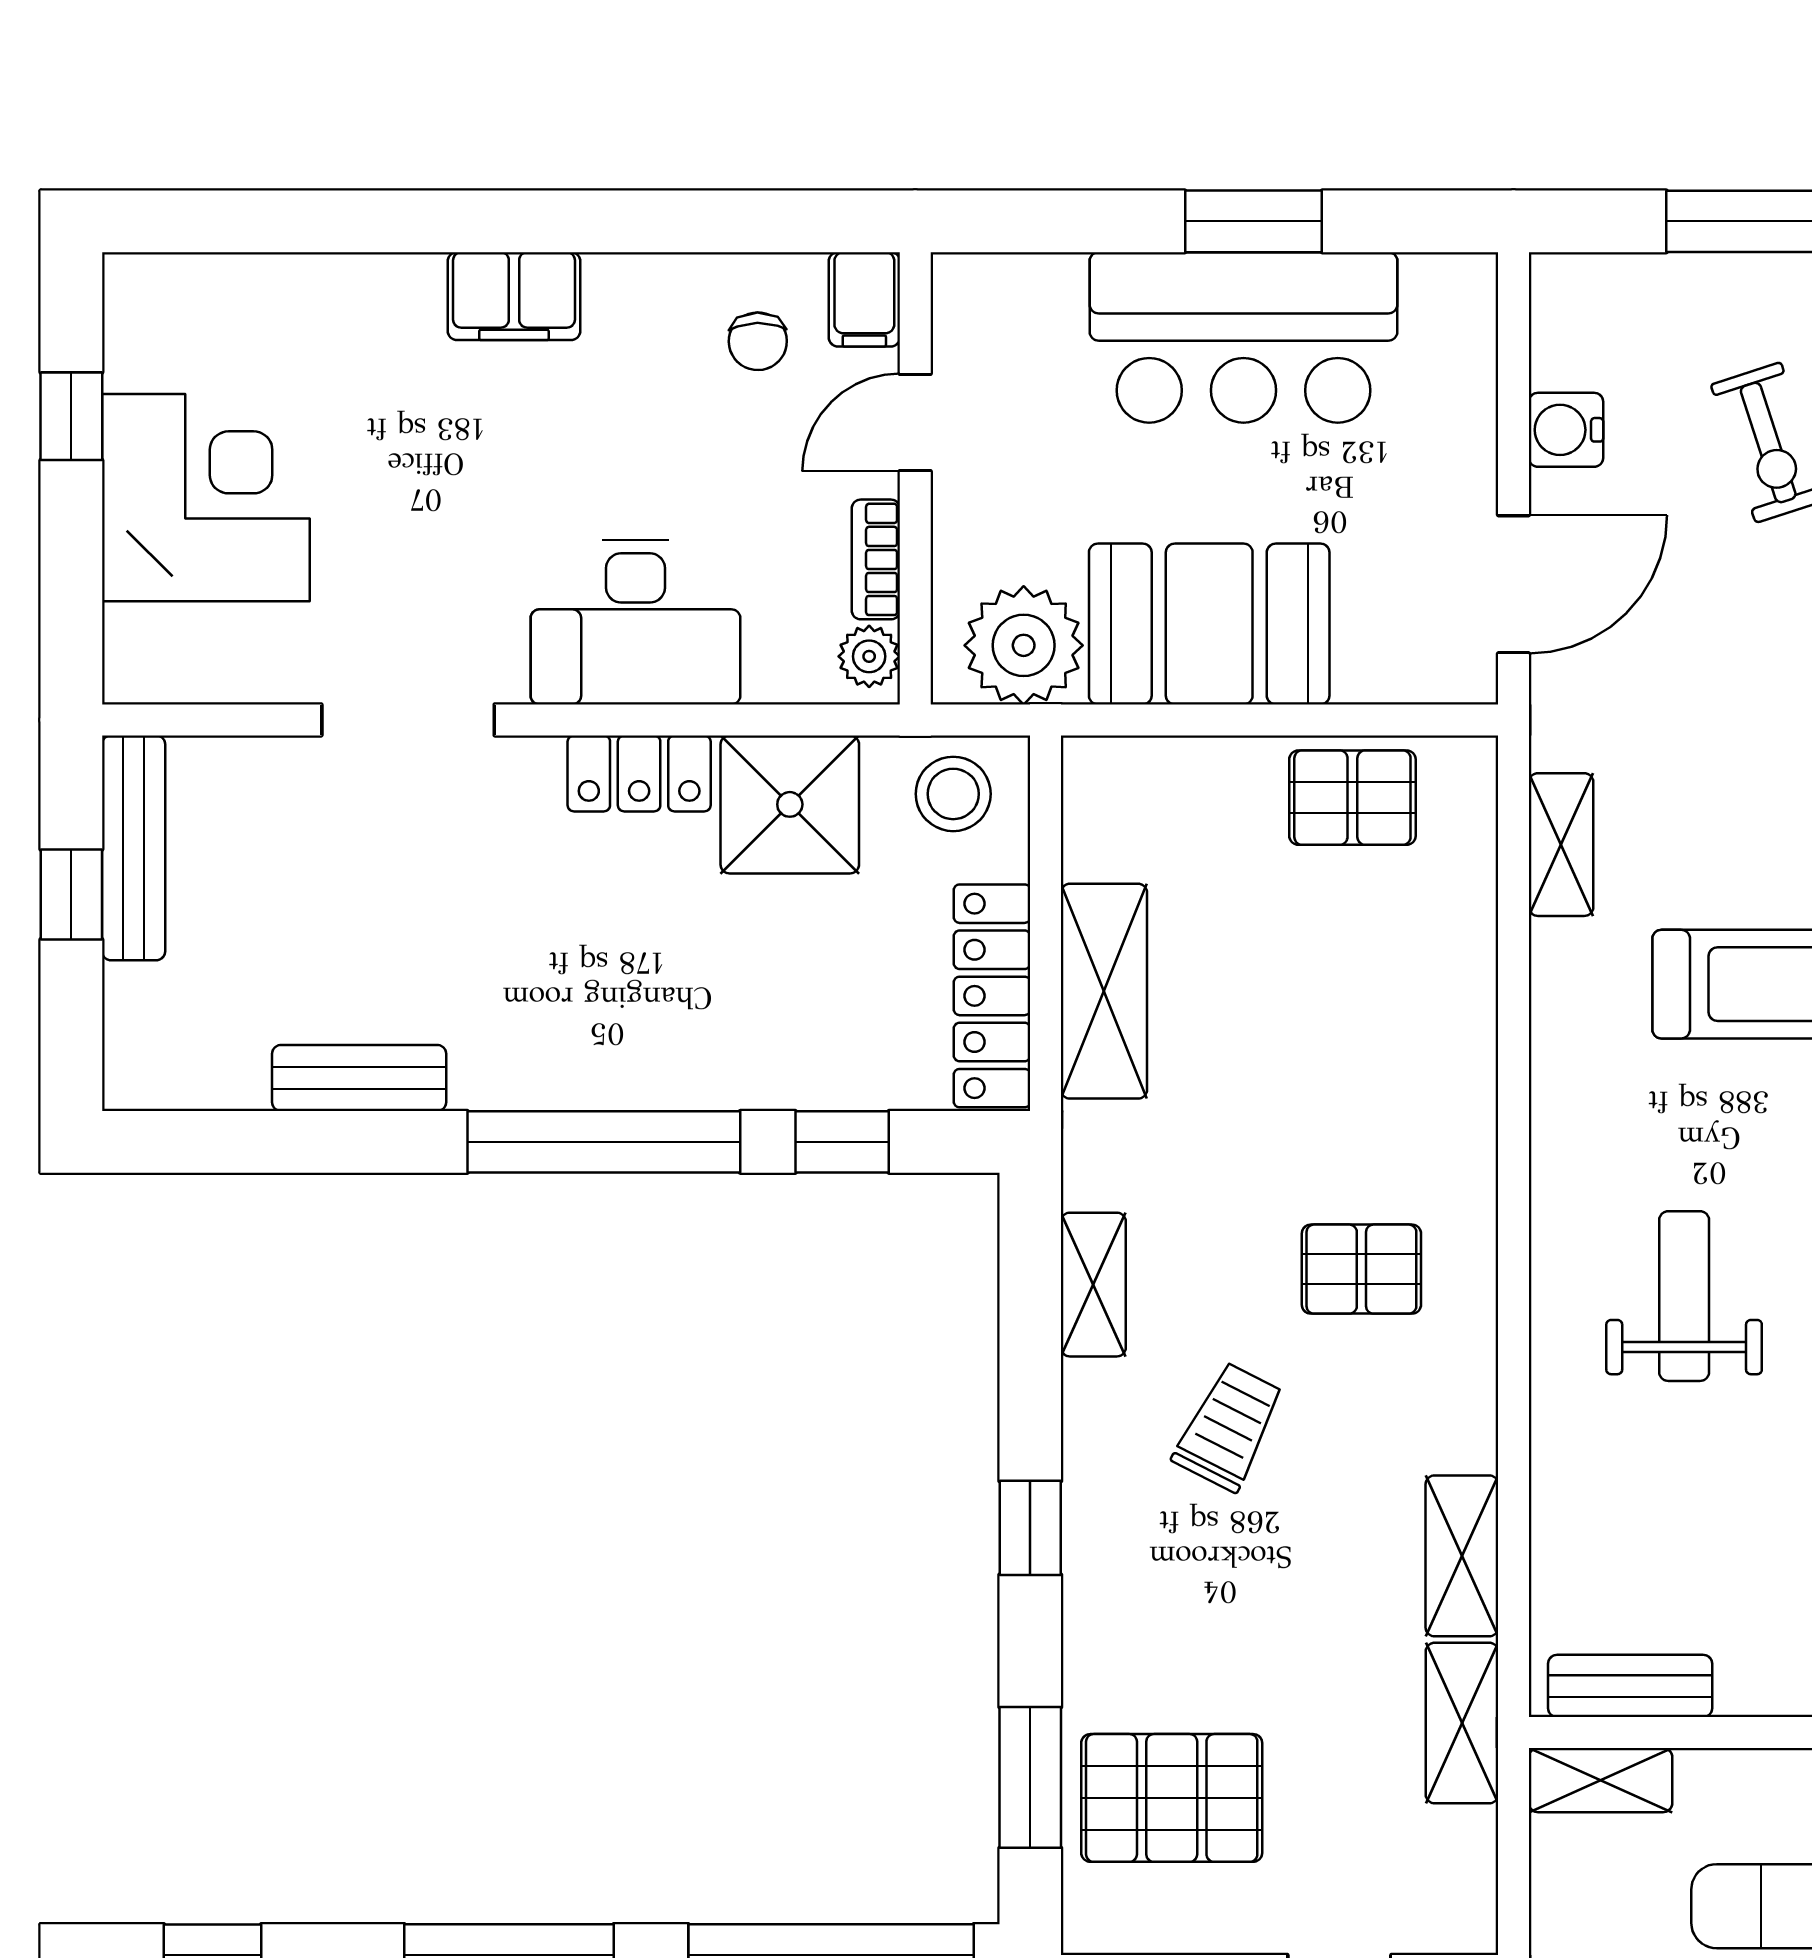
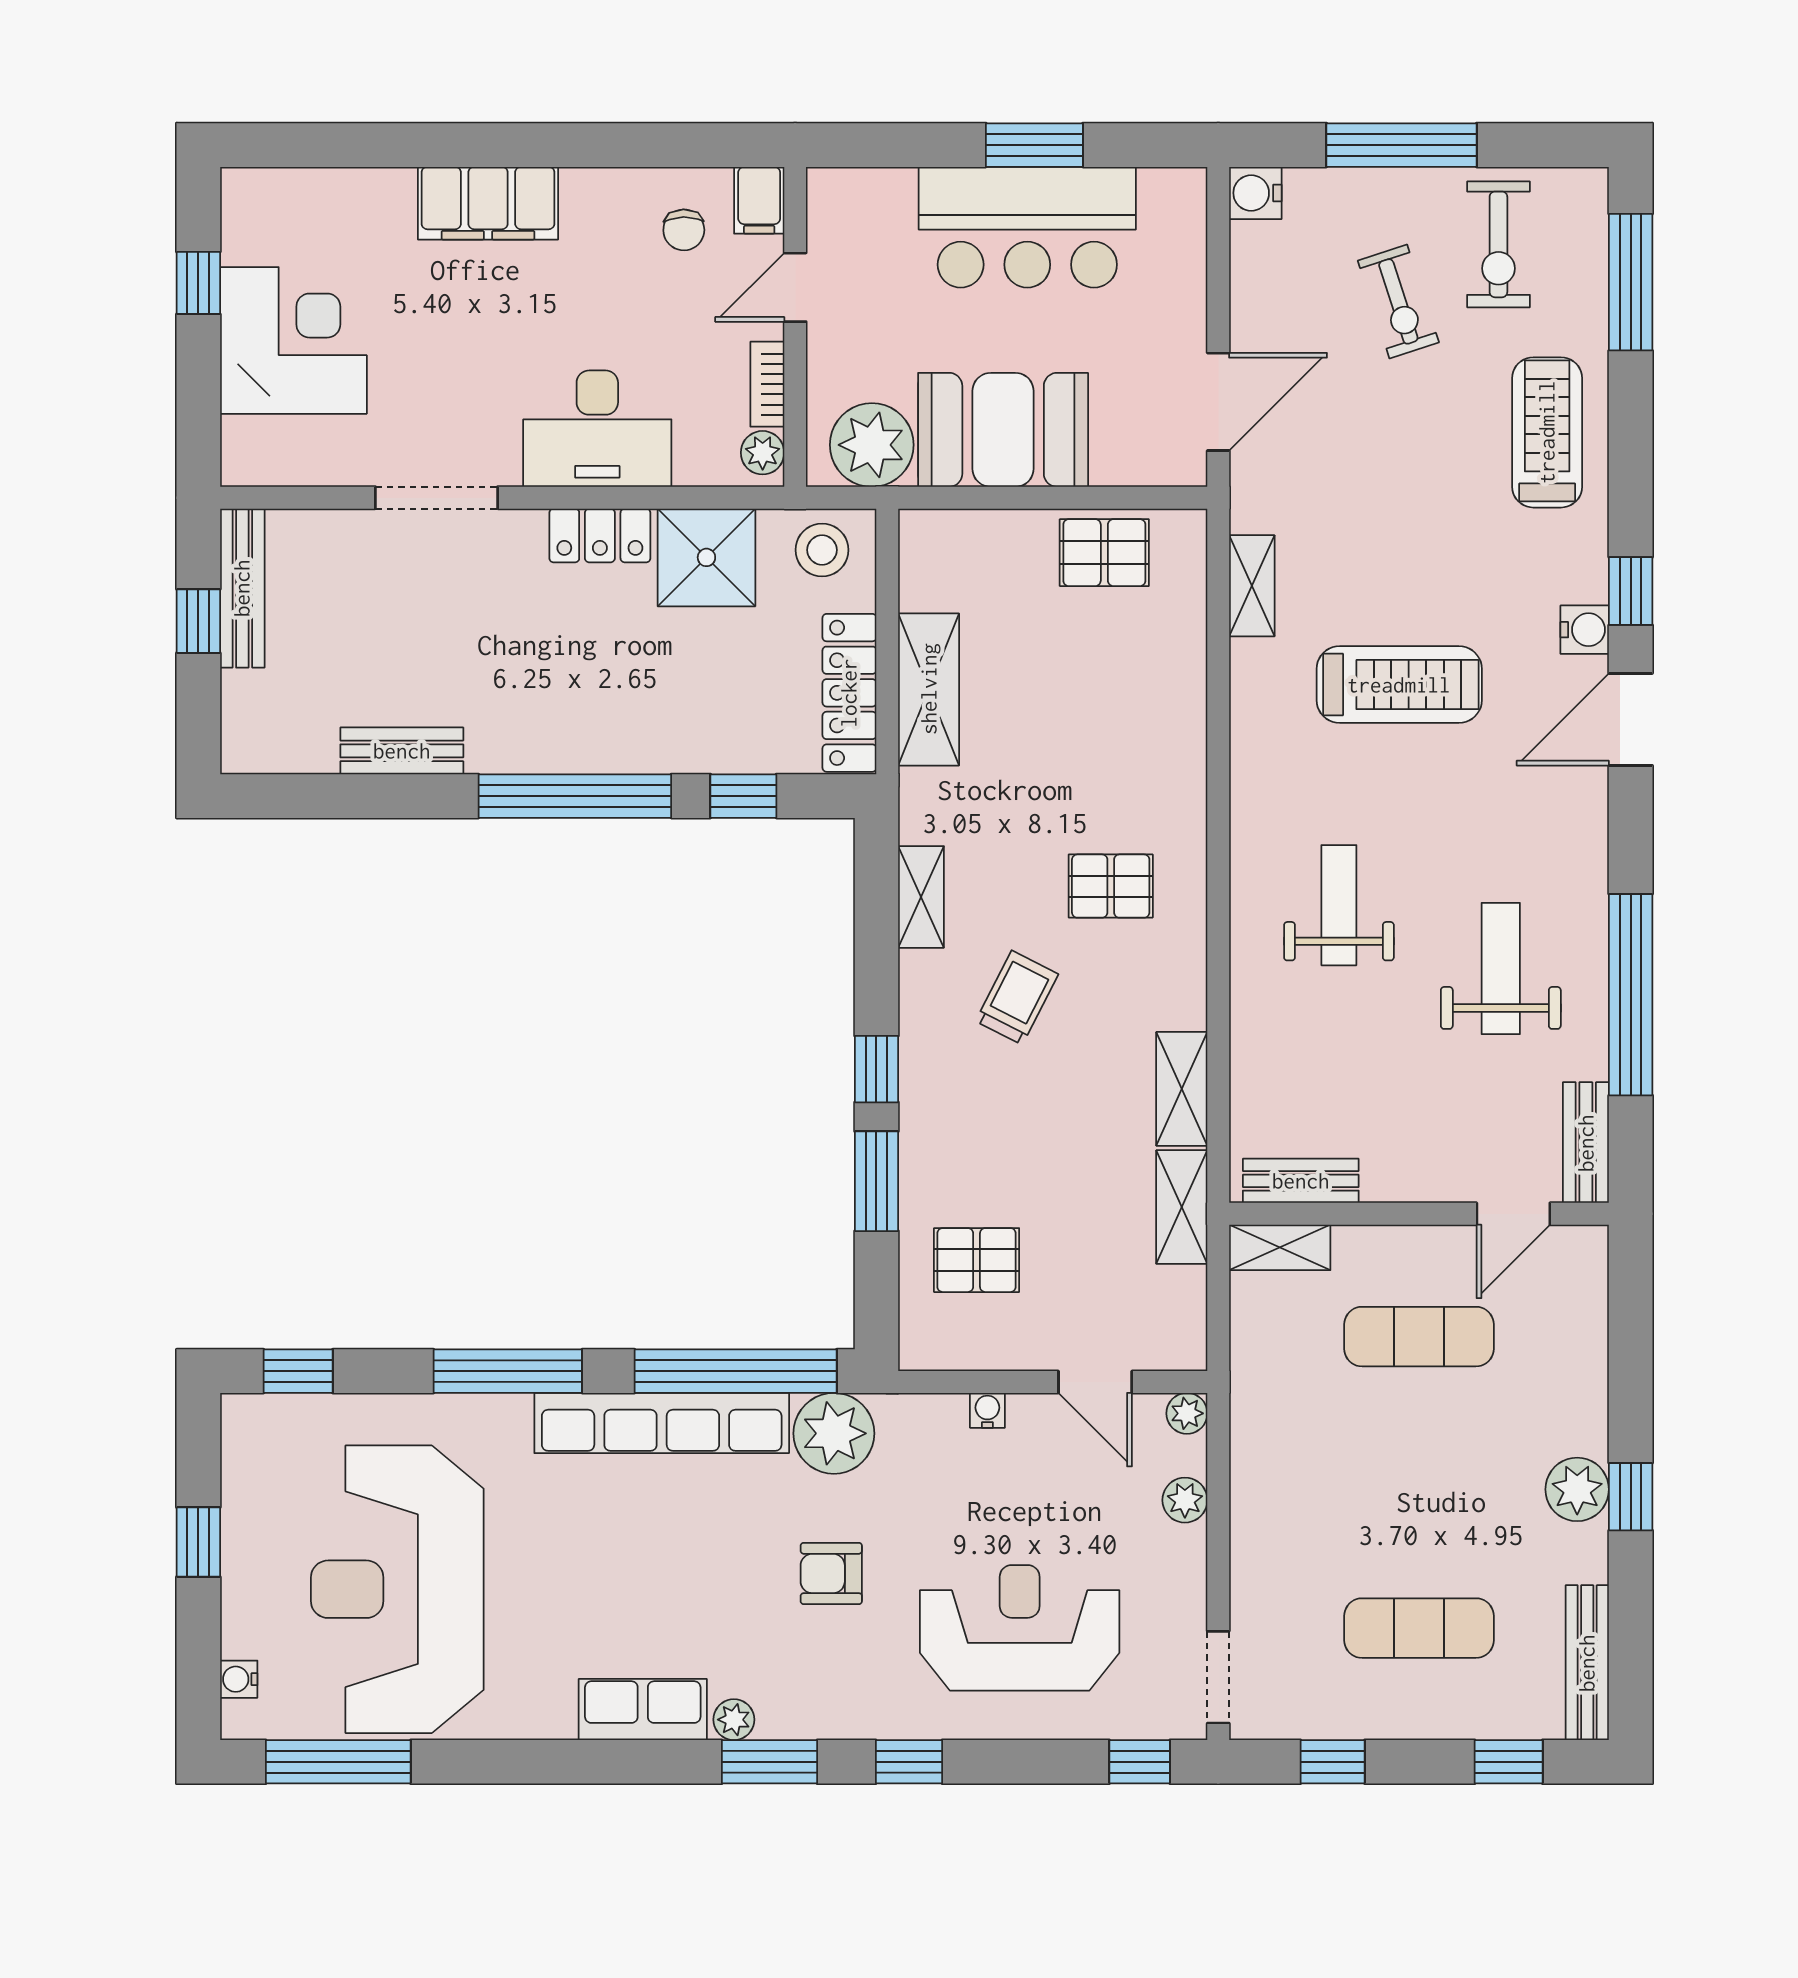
filing cabinet: (514, 296) -> (488, 203), width x1.50, depth x1.17
water cooler: (1566, 430) -> (1255, 193), moved
window: (1030, 1777) -> (876, 1181), moved
pallet: (1172, 1798) -> (977, 1260), width x0.67, depth x0.71

